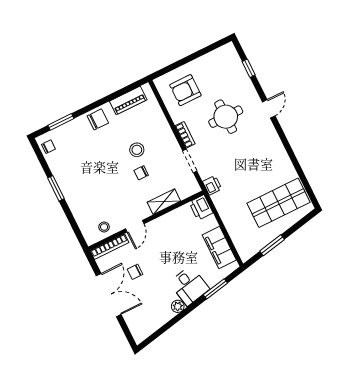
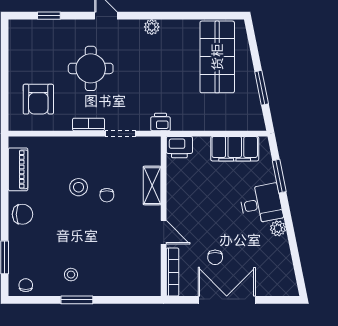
chair: (98, 119) -> (23, 214), turned 90
plant: (277, 146) -> (152, 27), added
stool: (104, 227) -> (71, 275), moved

